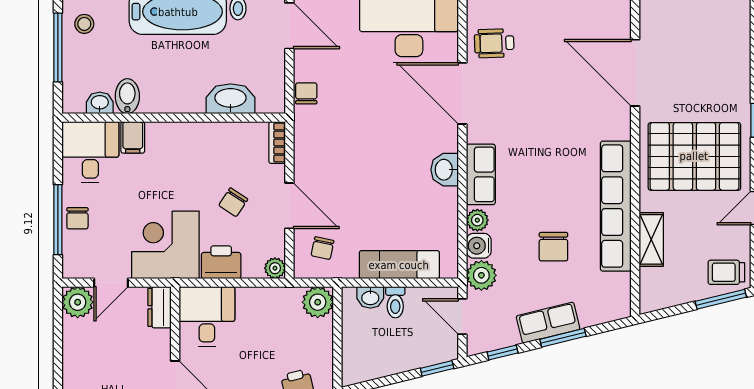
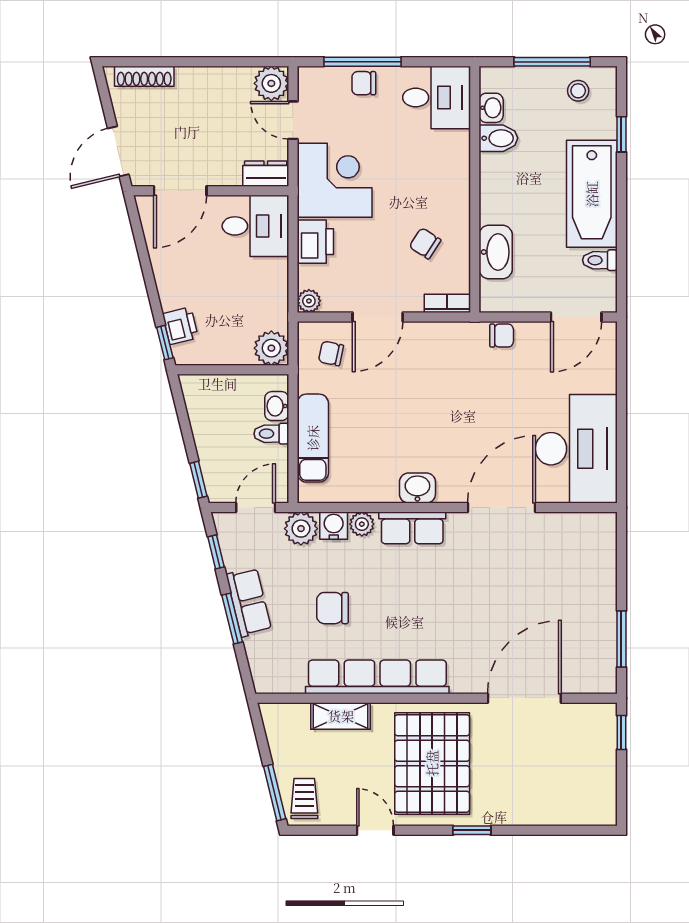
wheelchair: (494, 43) -> (557, 543), removed
filing cabinet: (133, 137) -> (453, 144), removed
chair: (233, 202) -> (425, 243), moved

